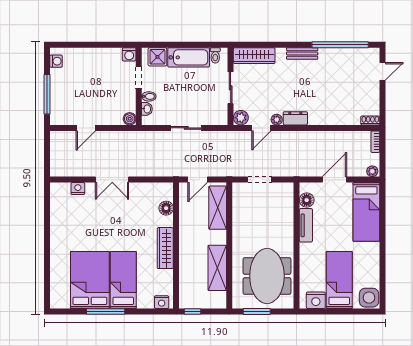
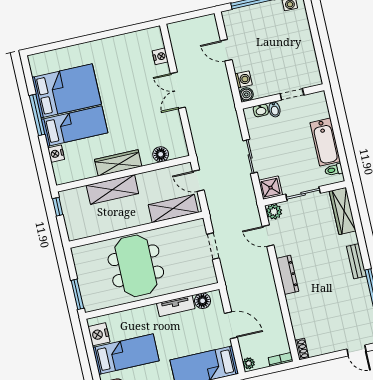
washing machine: (129, 54) -> (243, 79), moved, turned 180
shower: (157, 57) -> (271, 188), moved
dresser: (295, 118) -> (287, 275), width x1.44
plant: (277, 120) -> (280, 250), removed
shelving: (217, 268) -> (112, 189), moved
meeting table: (267, 276) -> (136, 266), moved, turned 90
nightstand: (162, 302) -> (56, 154), moved
window: (257, 311) -> (77, 294), moved

